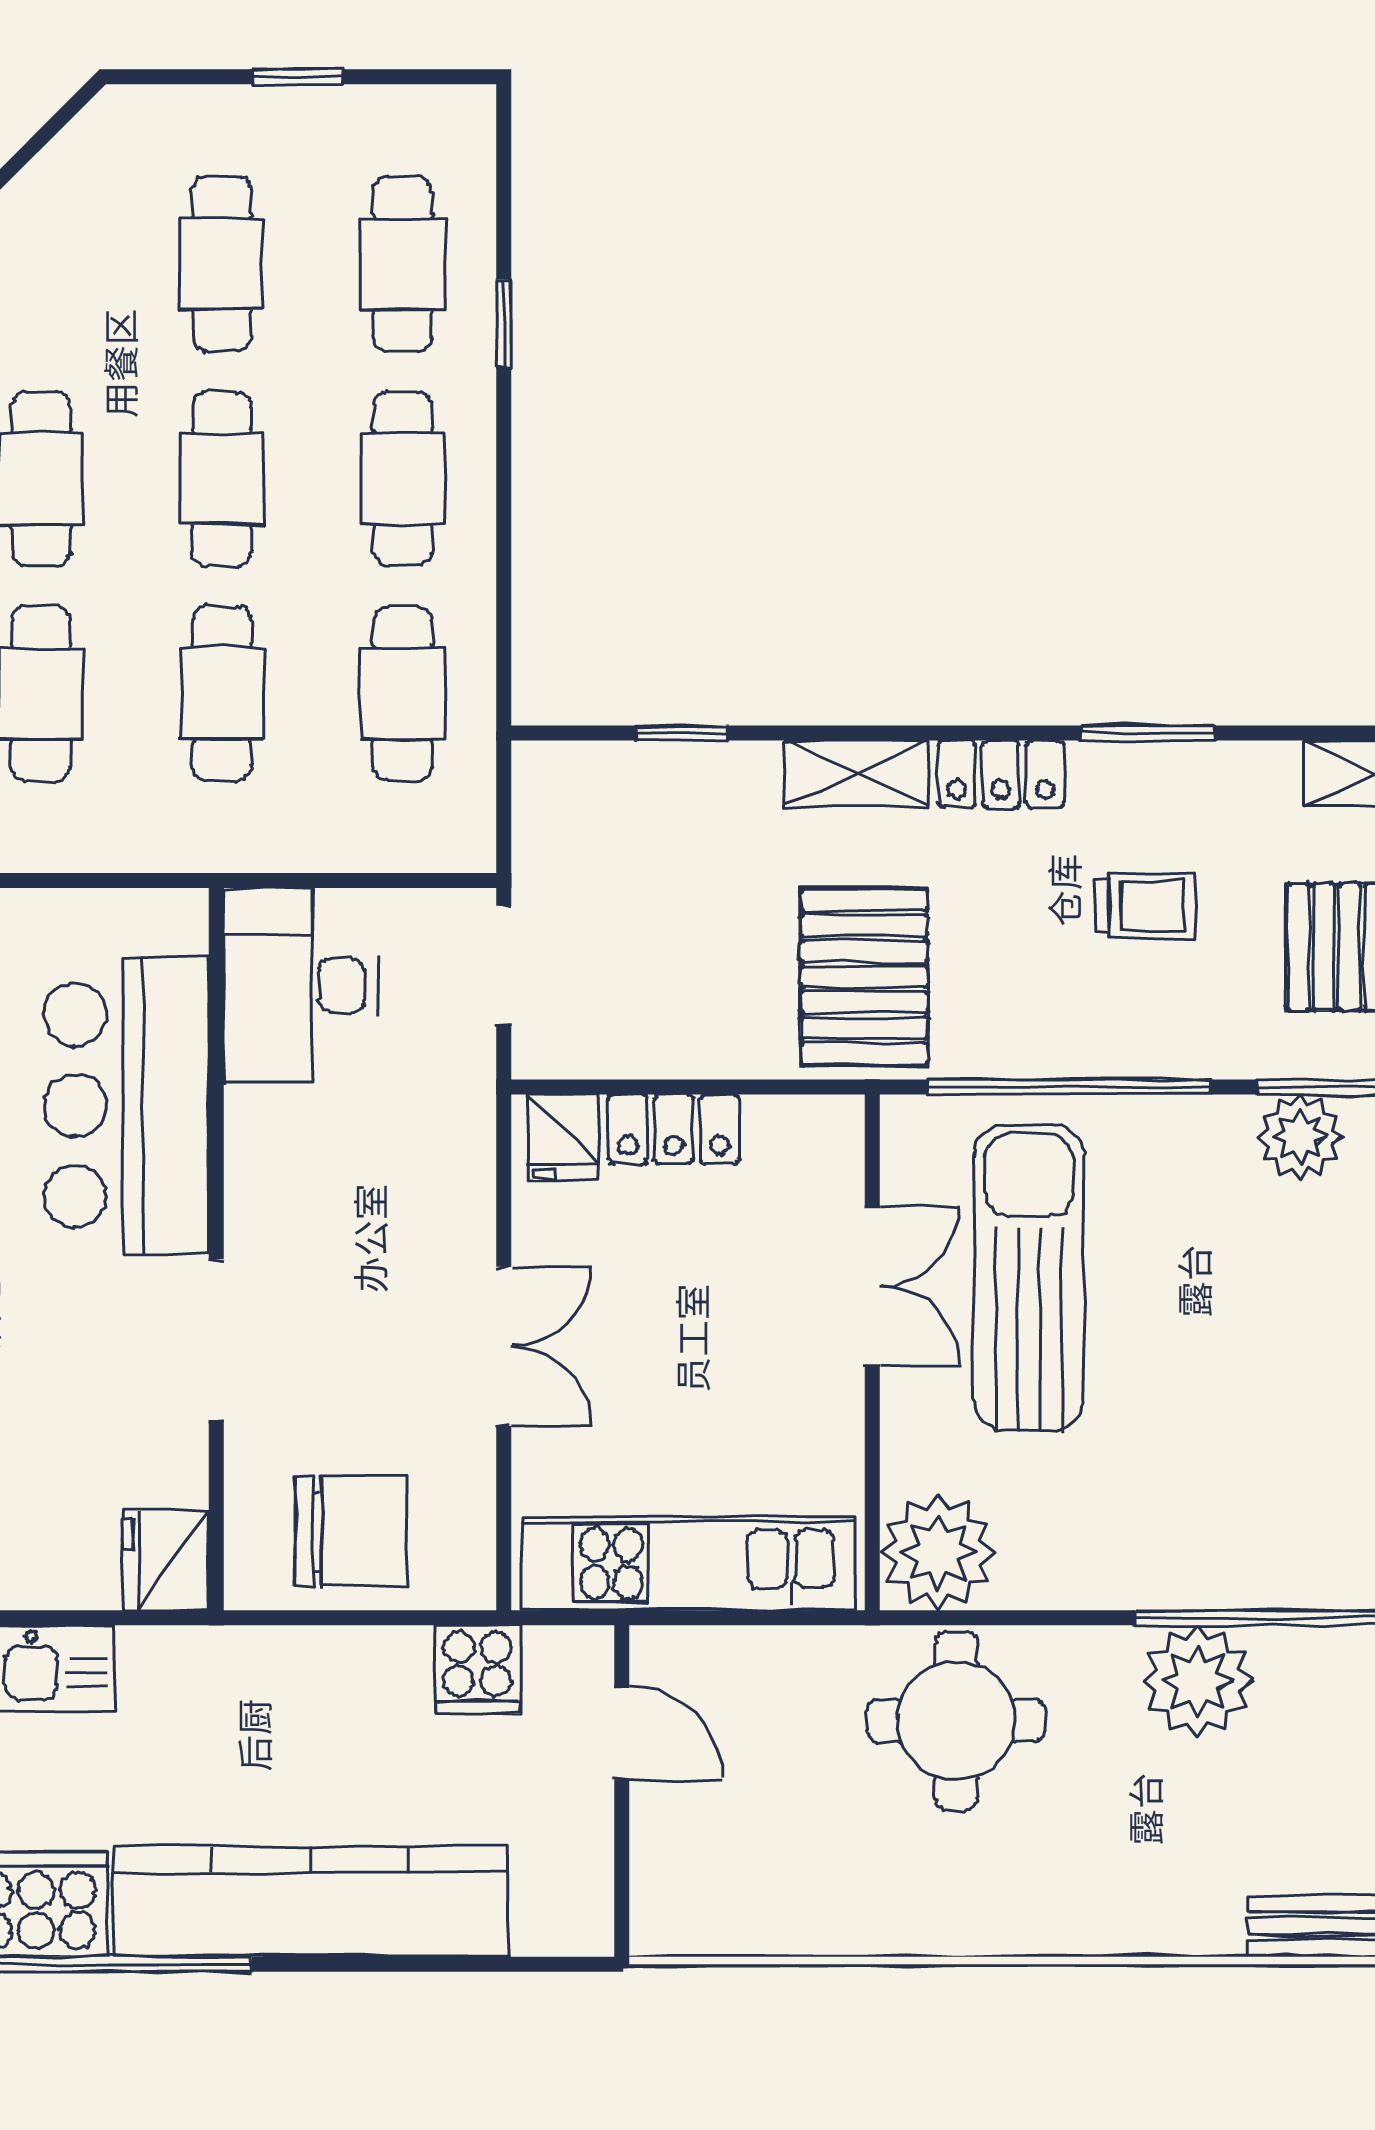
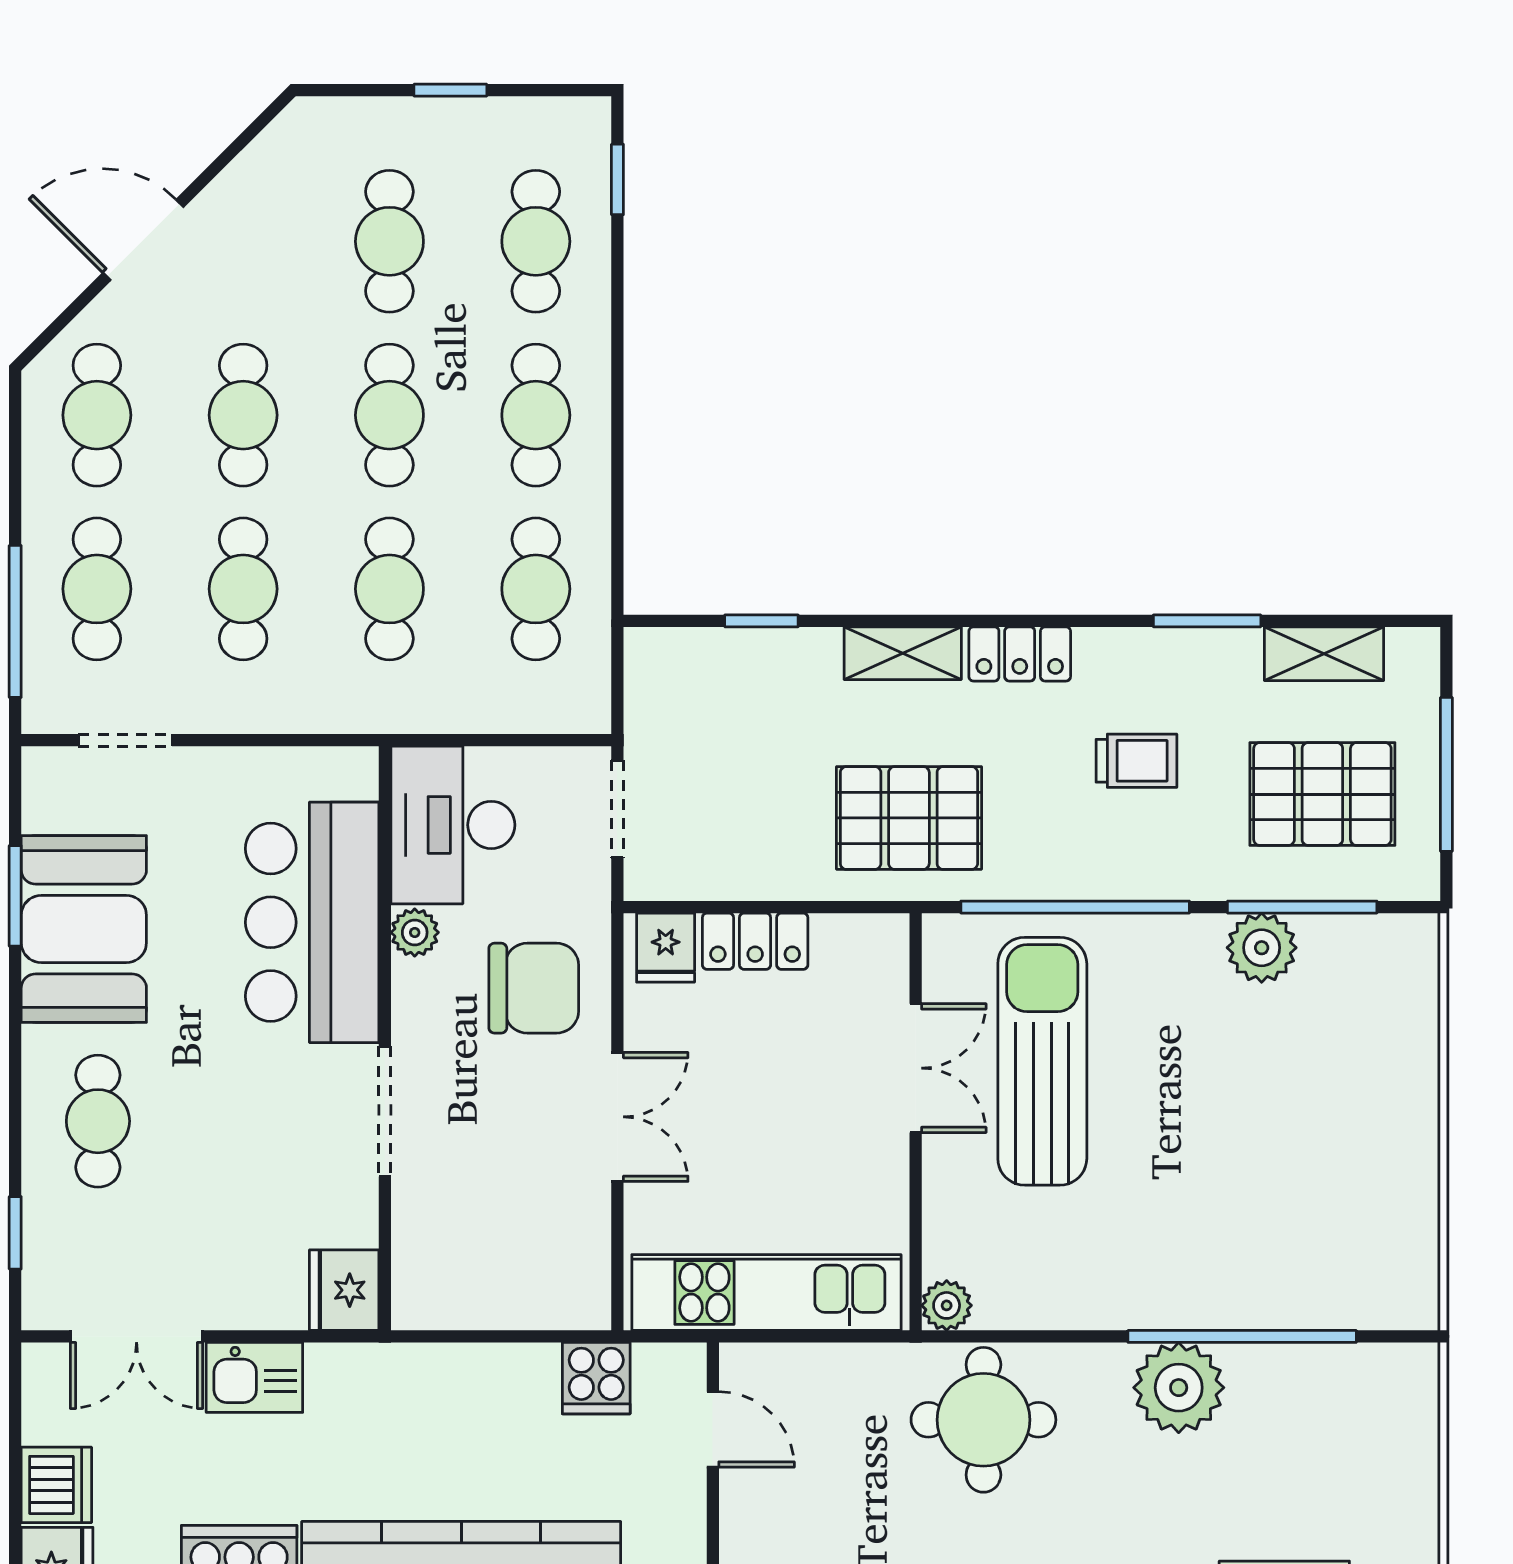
window: (504, 323) -> (617, 179), moved
window: (1148, 733) -> (1207, 621), moved
pallet: (864, 977) -> (909, 818), turned 90
plant: (253, 1118) -> (415, 932), added
chair: (351, 1531) -> (534, 988), moved
plant: (938, 1552) -> (947, 1305), width x0.53, depth x0.53

